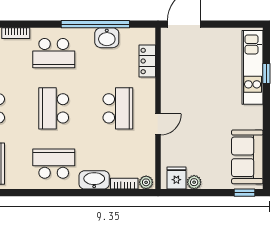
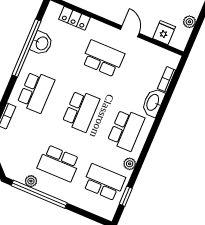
school desk: (54, 108) -> (81, 111), turned -90
school desk: (54, 164) -> (126, 130), turned 180
fridge: (176, 178) -> (164, 33), moved, turned 90
plant: (146, 182) -> (130, 164), moved

